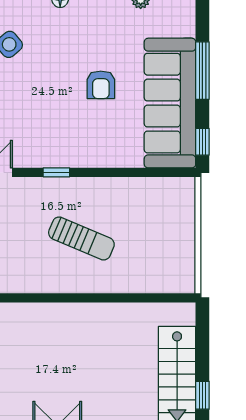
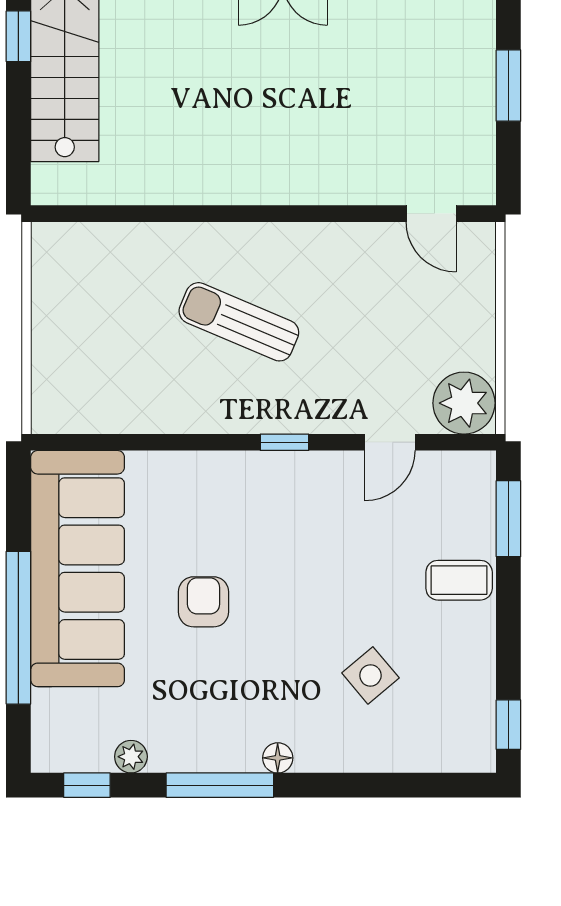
window: (202, 71) -> (18, 628), width x1.46
window: (202, 142) -> (18, 498), removed

